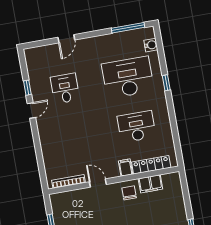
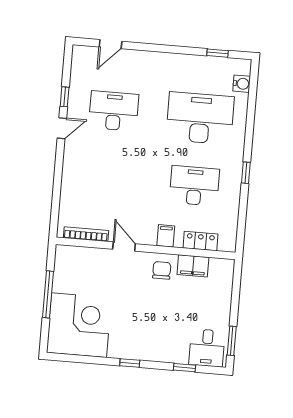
window: (128, 28) -> (218, 53), width x0.46
door: (66, 39) -> (111, 44), moved
window: (166, 83) -> (246, 173), moved
desk: (65, 89) -> (114, 111), width x1.37
locker: (151, 165) -> (201, 241), width x0.66

